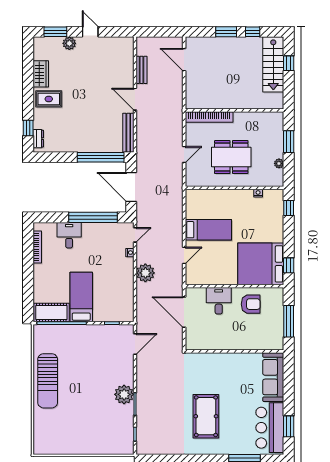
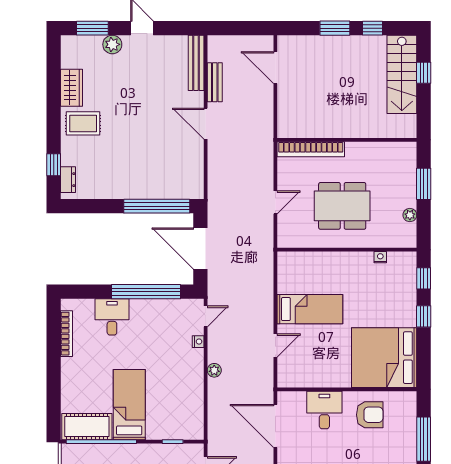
bench: (128, 133) -> (196, 63), moved
window: (289, 265) -> (424, 316), moved
plant: (145, 273) -> (214, 370), width x0.53, depth x0.53

